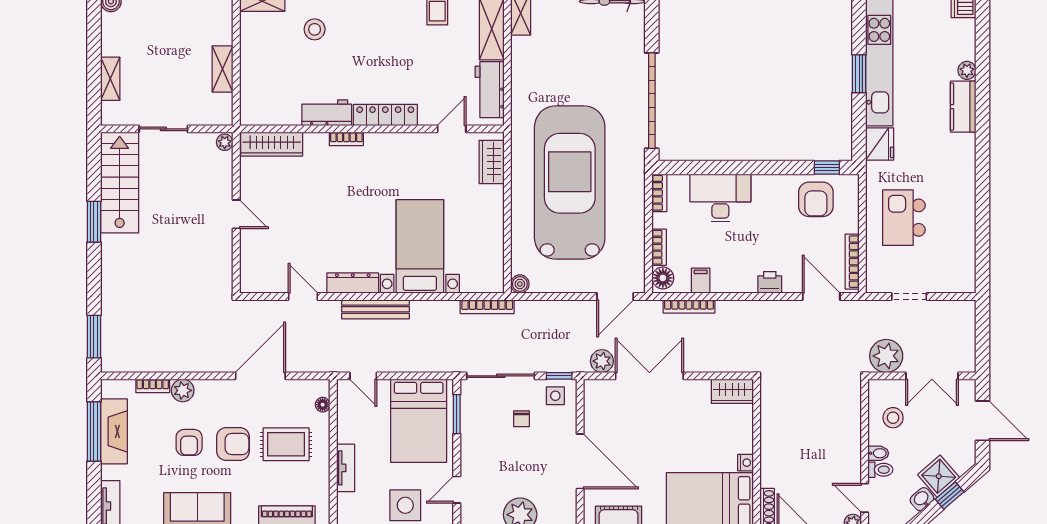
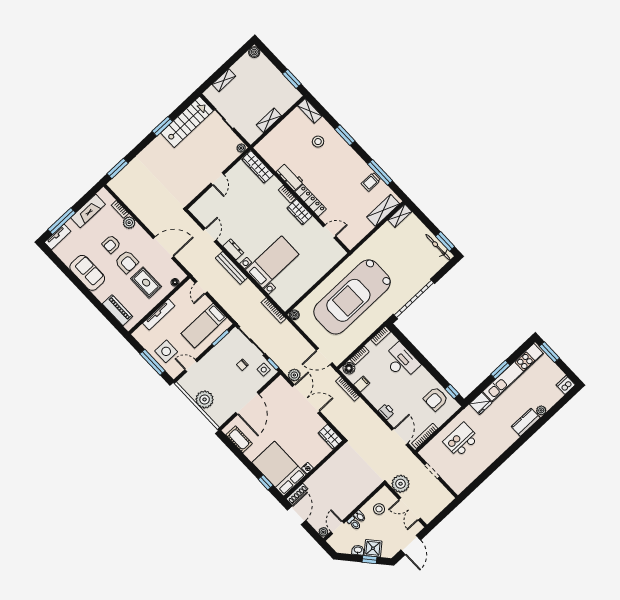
workbench: (490, 90) -> (359, 232), removed
wardrobe: (492, 162) -> (300, 212), moved, turned -90
car: (570, 182) -> (352, 297), turned 180
dresser: (353, 283) -> (233, 249), width x0.70
bed: (419, 421) -> (204, 326), width x0.67
window: (94, 432) -> (62, 221), moved
tv unit: (346, 468) -> (159, 314), width x1.41

